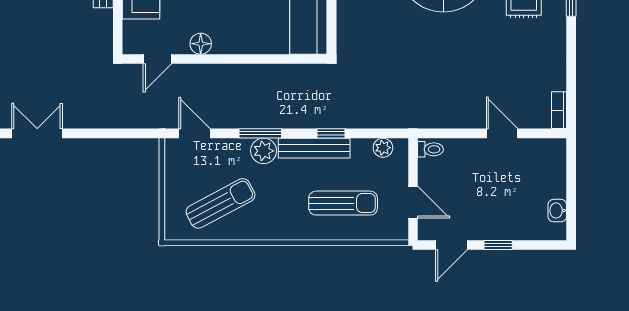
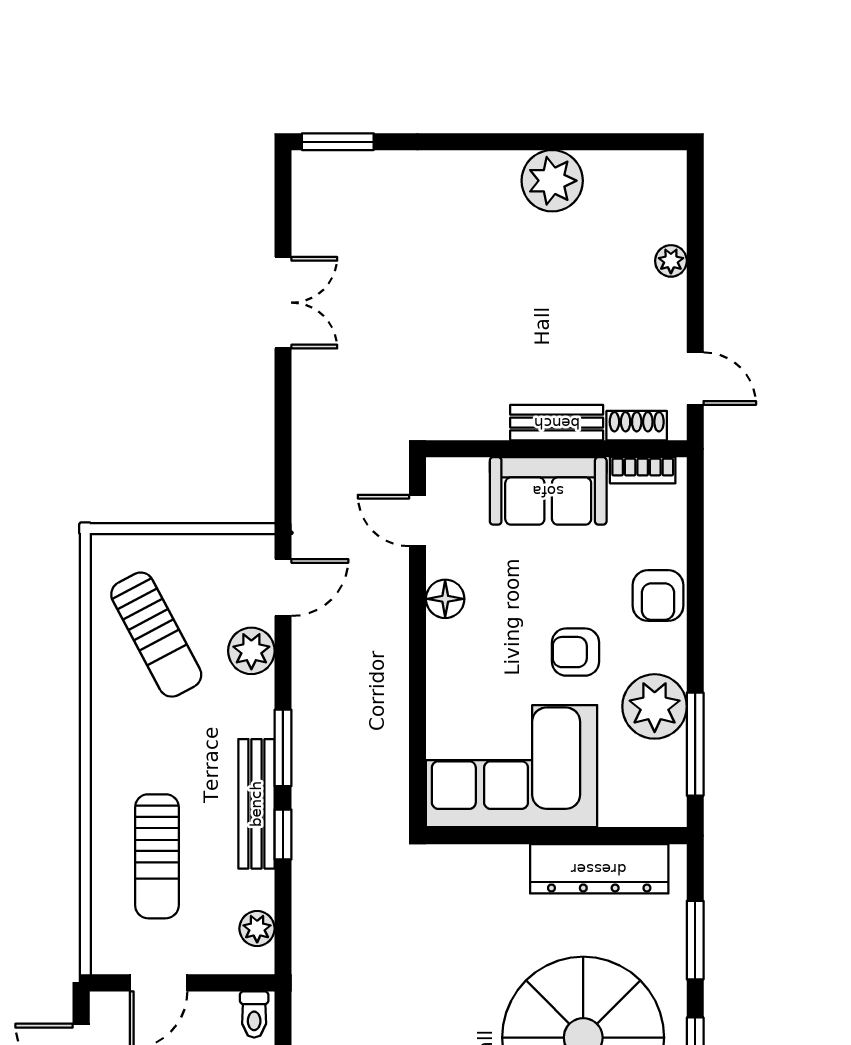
window: (260, 133) -> (283, 748), moved
plant: (264, 151) -> (251, 651), moved

